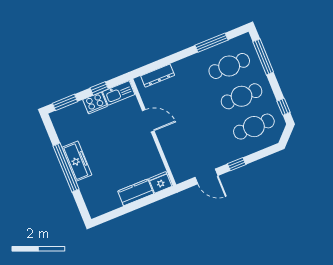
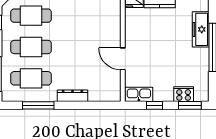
dresser: (158, 76) -> (72, 96), moved
cooker: (95, 103) -> (184, 94), moved
freezer: (77, 161) -> (201, 29), moved

